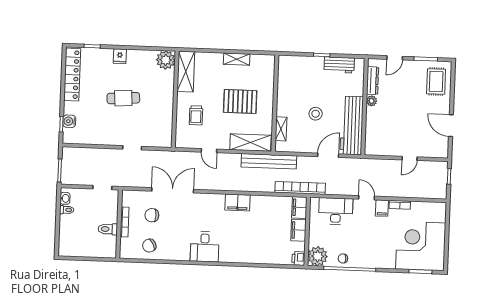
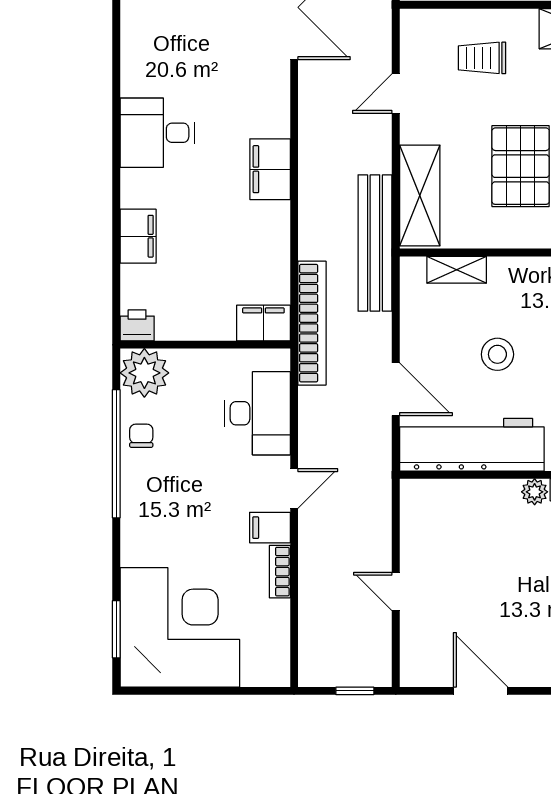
door: (451, 126) -> (481, 691), hinge flipped
filing cabinet: (298, 230) -> (138, 236), moved, turned 90
desk: (205, 247) -> (157, 133), moved

